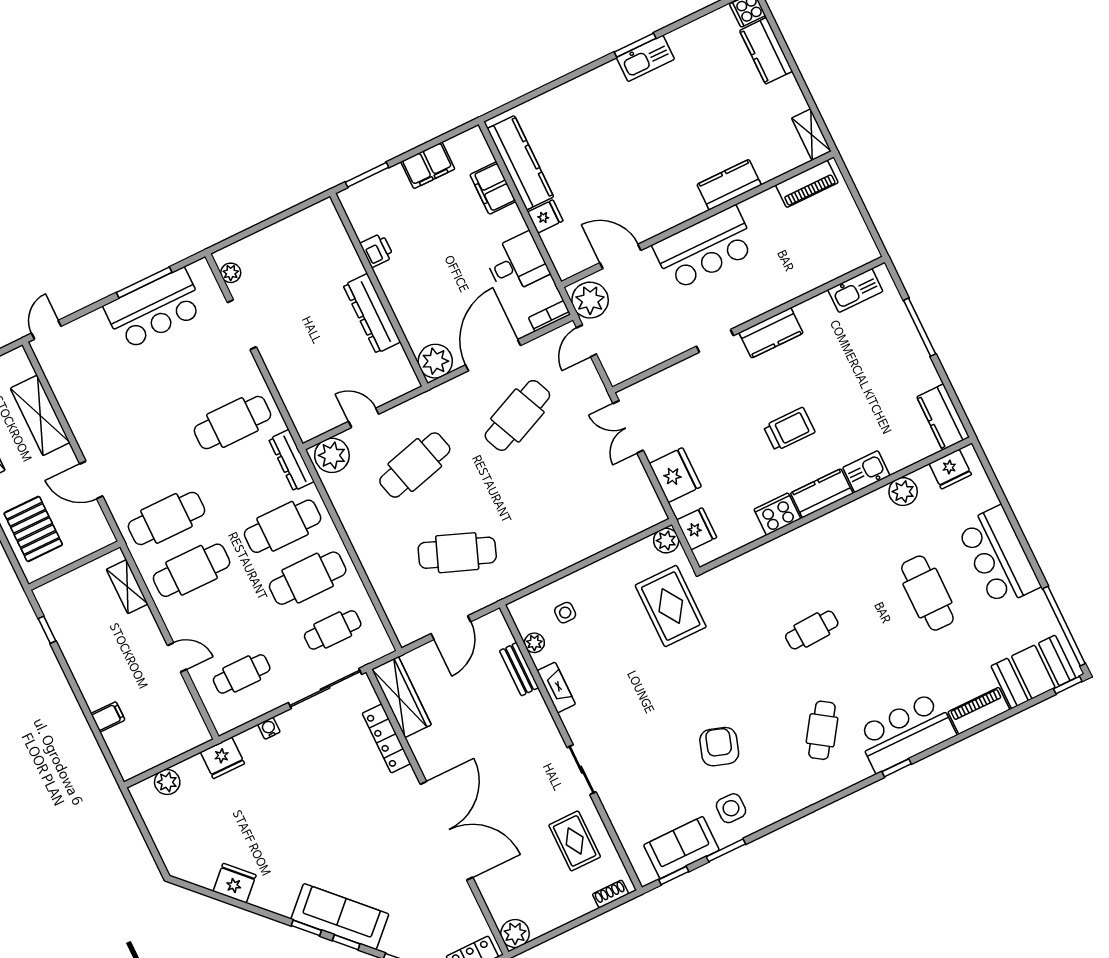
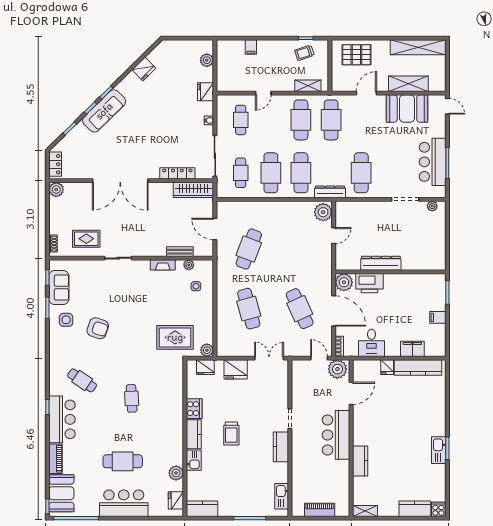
filing cabinet: (428, 165) -> (438, 317), width x0.50
piano: (807, 184) -> (320, 510), moved, turned 90
printer: (377, 250) -> (369, 283), moved, width x1.87, depth x1.48
booth: (84, 397) -> (407, 109), added
cafe table: (415, 465) -> (249, 309), moved
trolley: (73, 620) -> (304, 53), added

